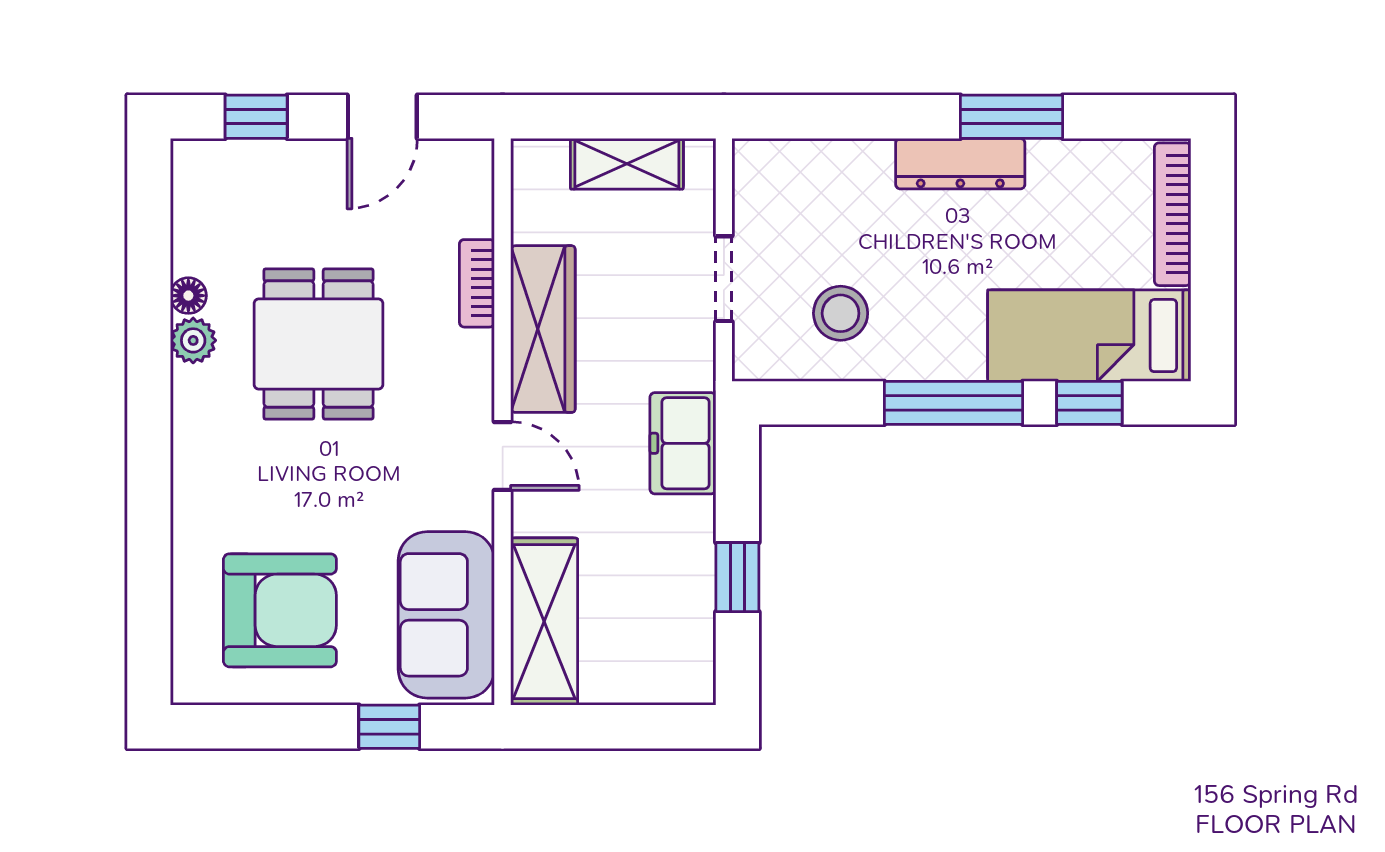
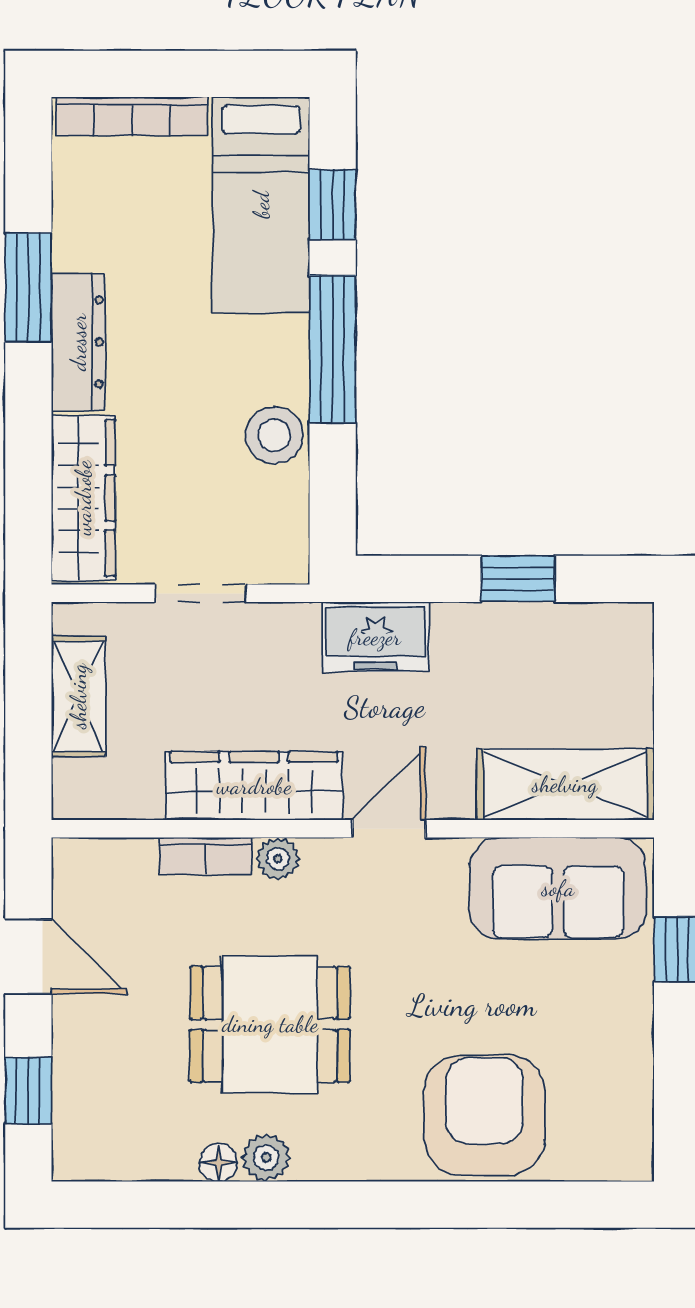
wardrobe: (813, 168) -> (83, 498), added
stool: (841, 313) -> (274, 435), moved
plant: (474, 352) -> (278, 859), added
armchair: (280, 610) -> (484, 1115), moved

